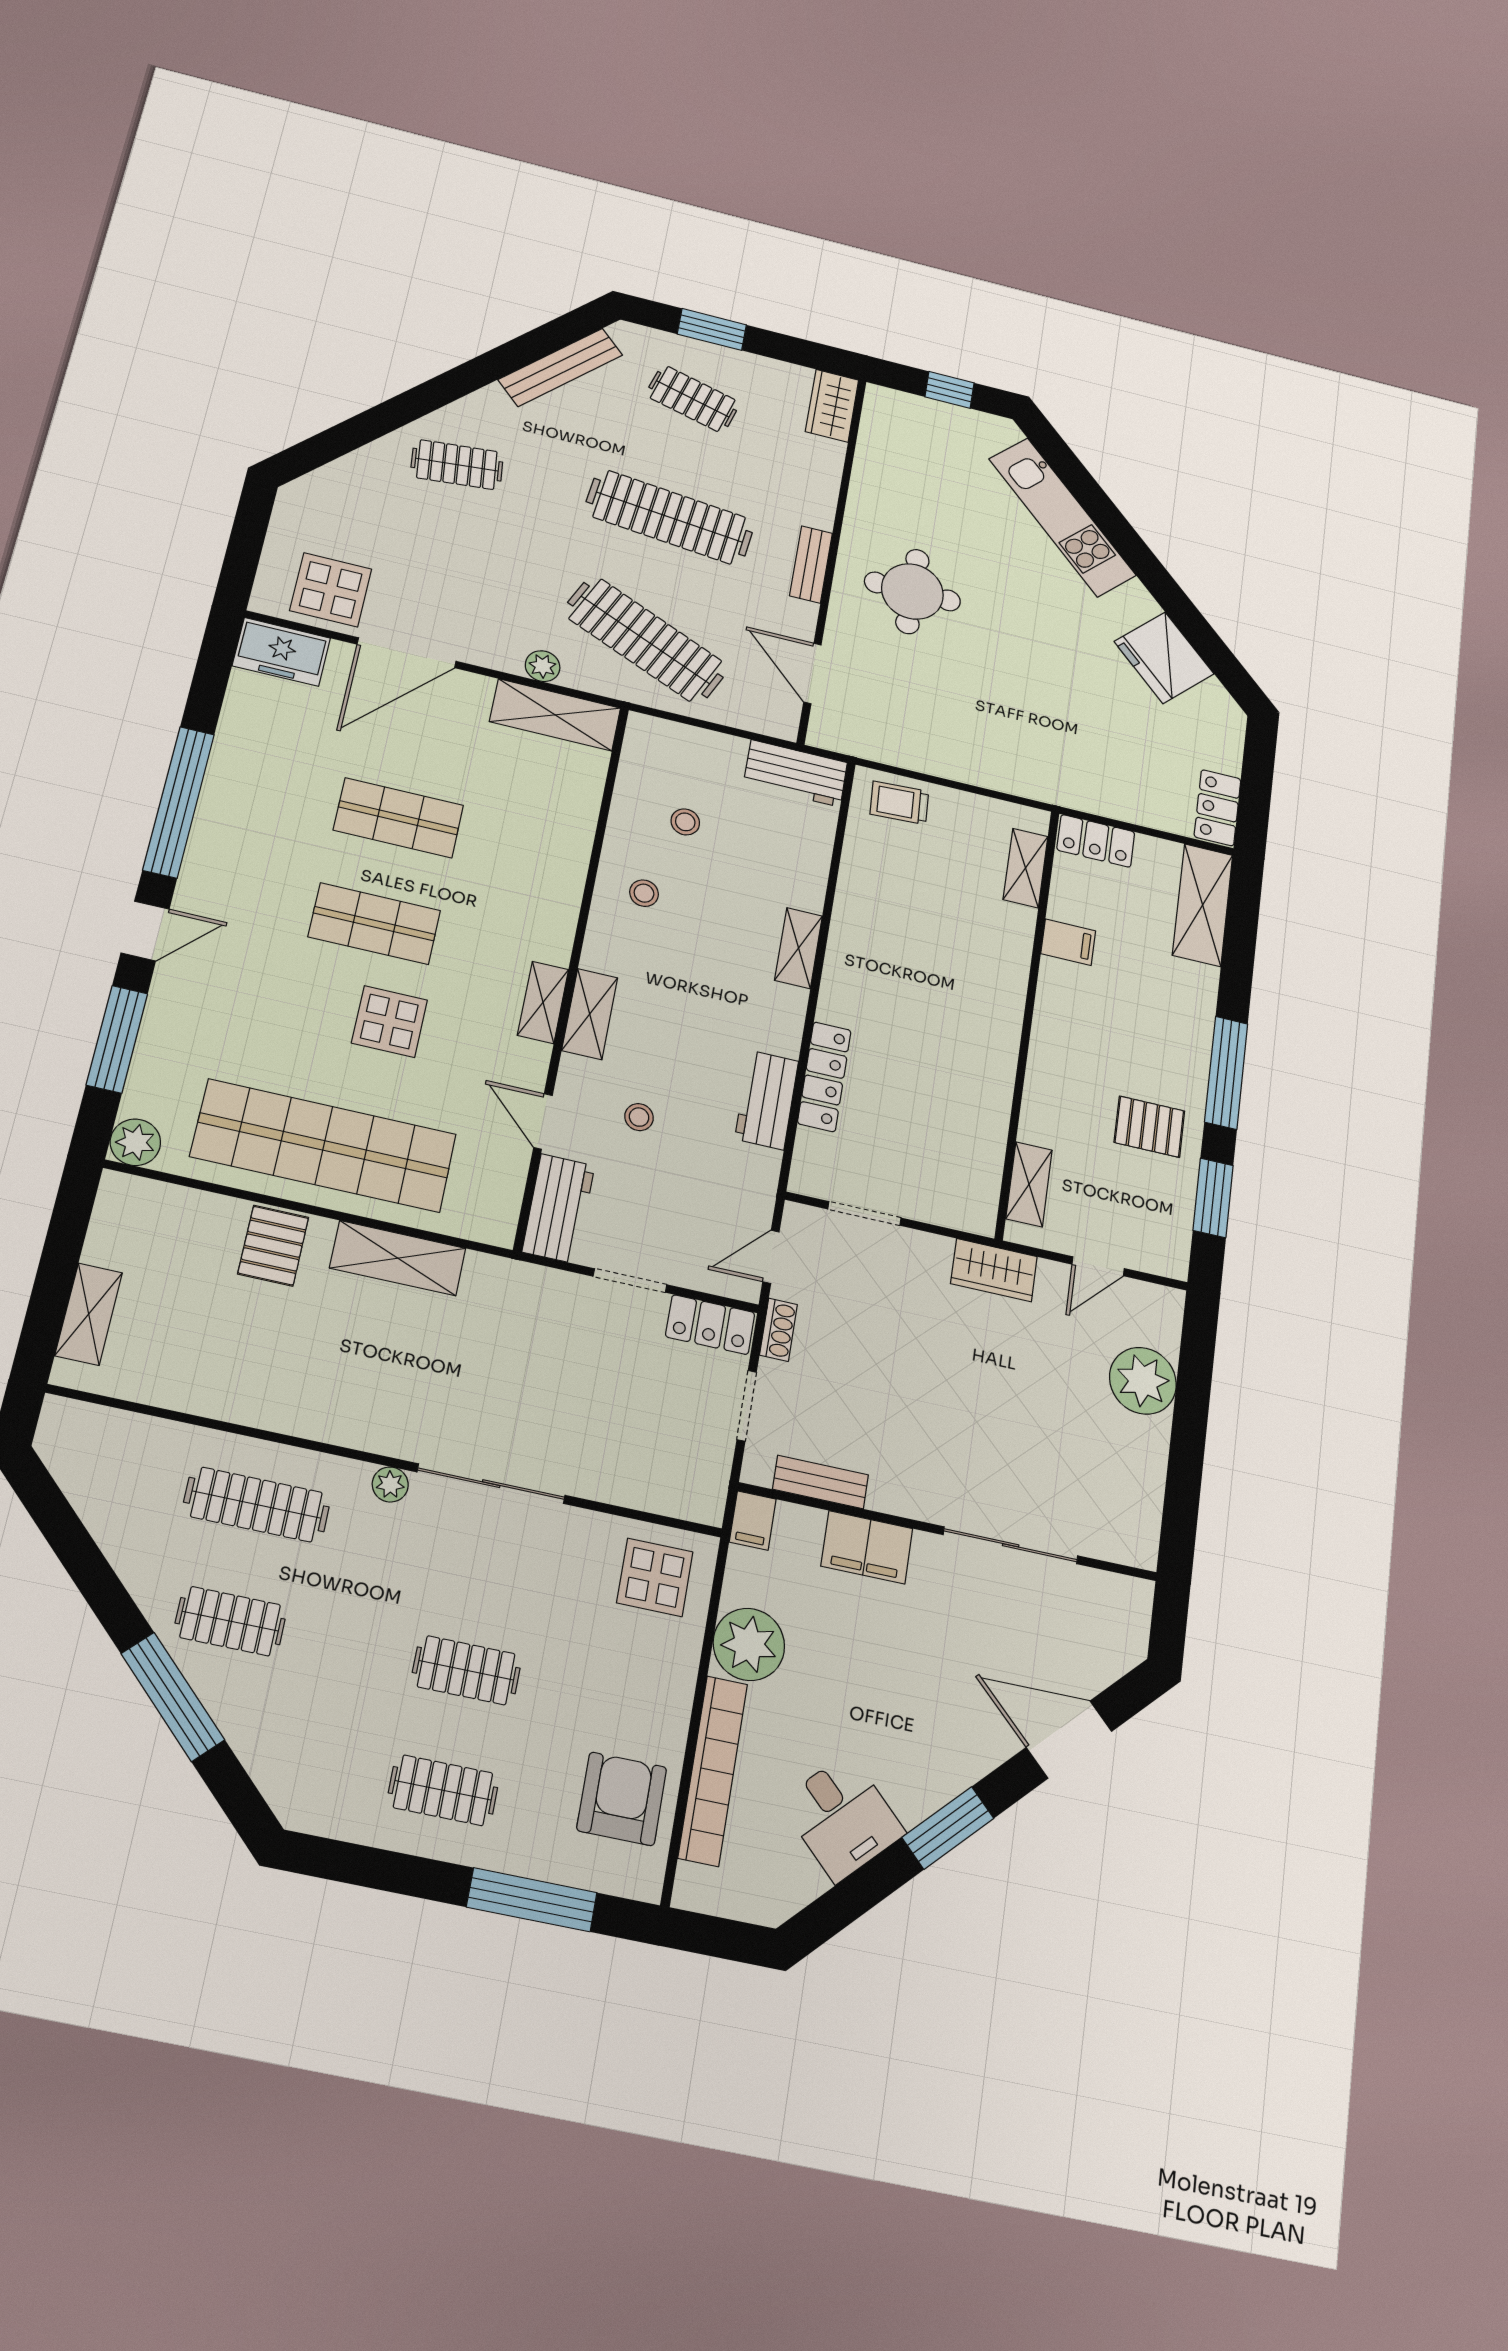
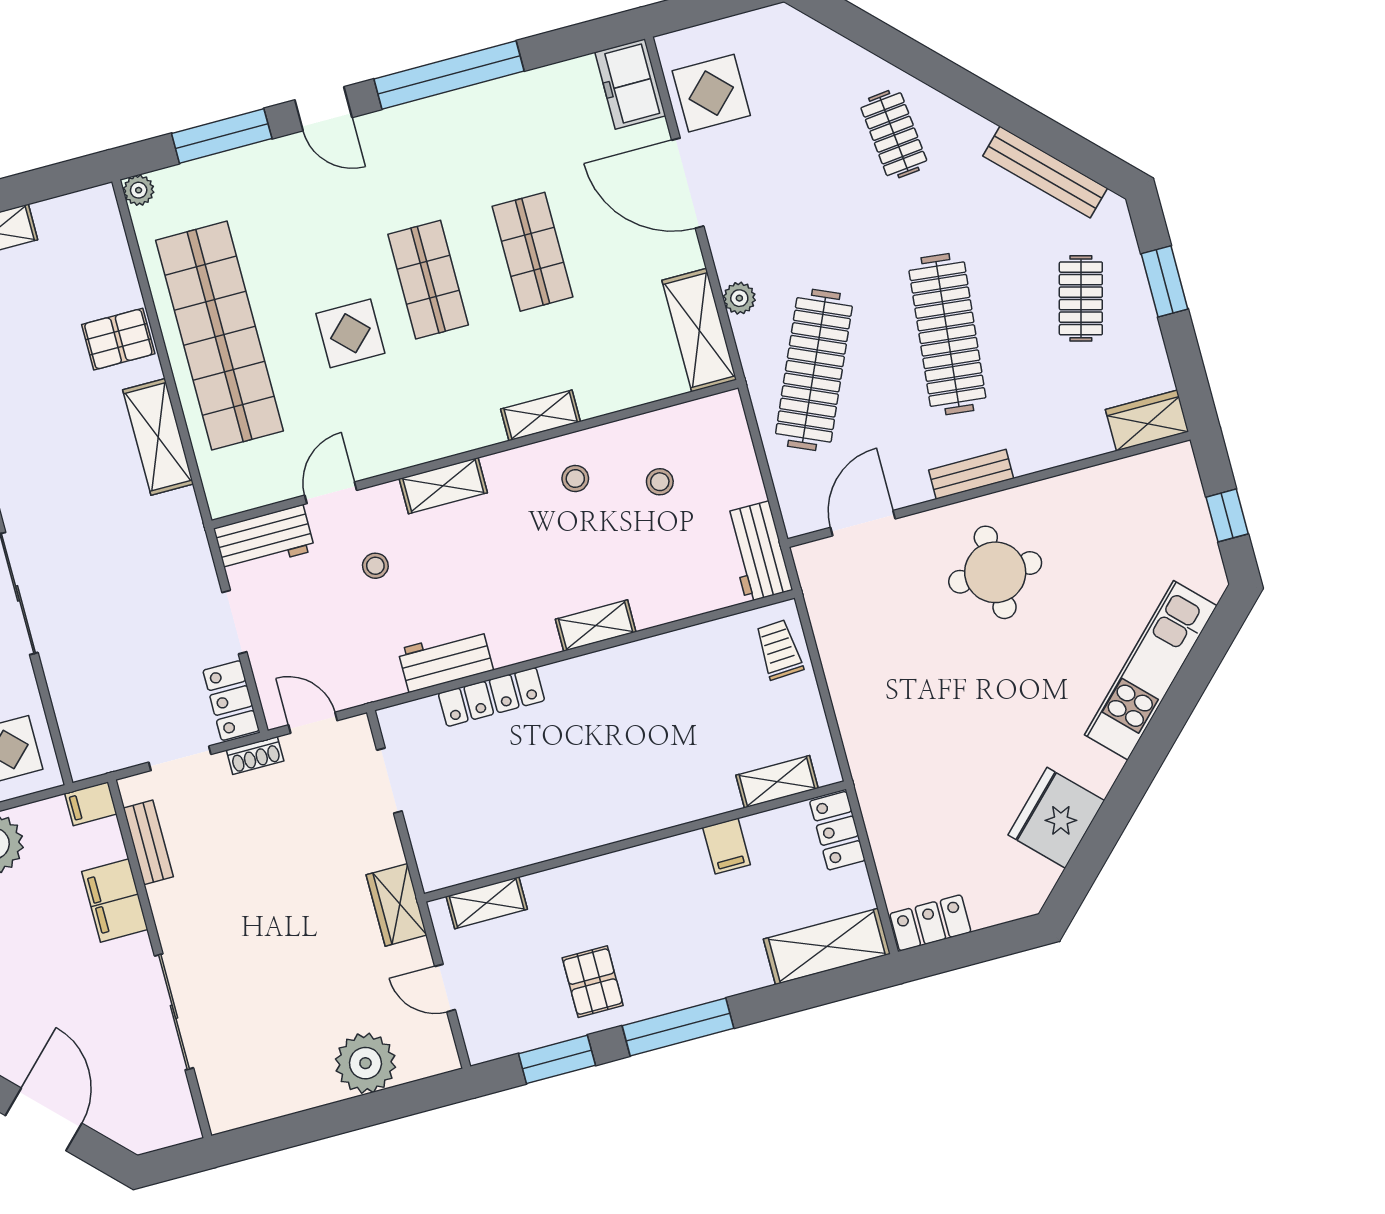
shelving: (543, 1002) -> (541, 415), moved
plant: (135, 1142) -> (139, 190), width x0.73, depth x0.73

